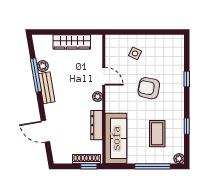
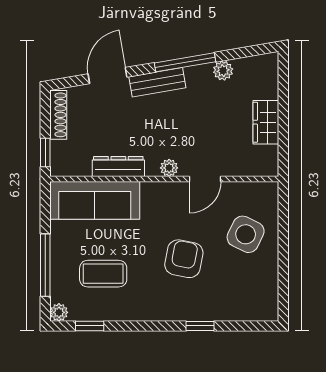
wardrobe: (72, 42) -> (266, 122), width x0.67
side table: (135, 53) -> (246, 234), width x1.87, depth x1.87
window: (36, 75) -> (185, 62), moved
bench: (47, 88) -> (157, 82), moved
window: (187, 126) -> (90, 326), moved
shoe rack: (86, 159) -> (58, 115), moved

